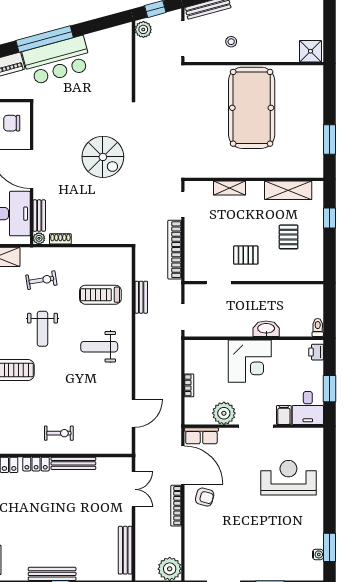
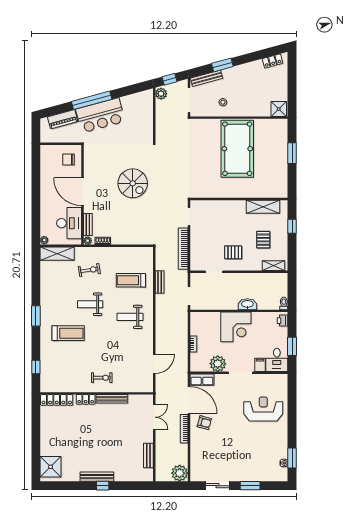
window: (329, 140) -> (292, 153), moved
shelving: (229, 188) -> (273, 266), moved
weight bench: (42, 329) -> (90, 304), turned 90
bench: (125, 550) -> (148, 455), width x0.73

